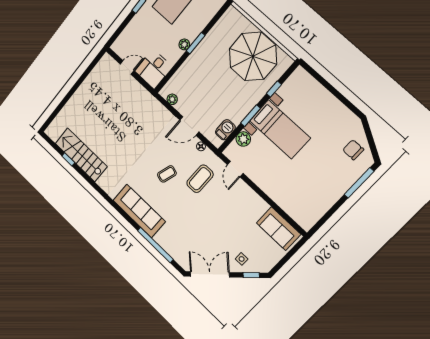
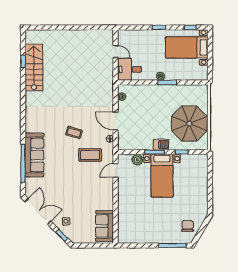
barbecue: (225, 130) -> (161, 145), moved
sofa: (139, 211) -> (35, 155), moved

